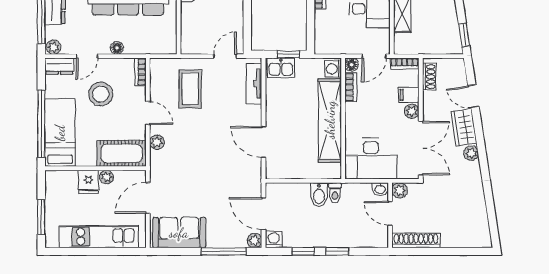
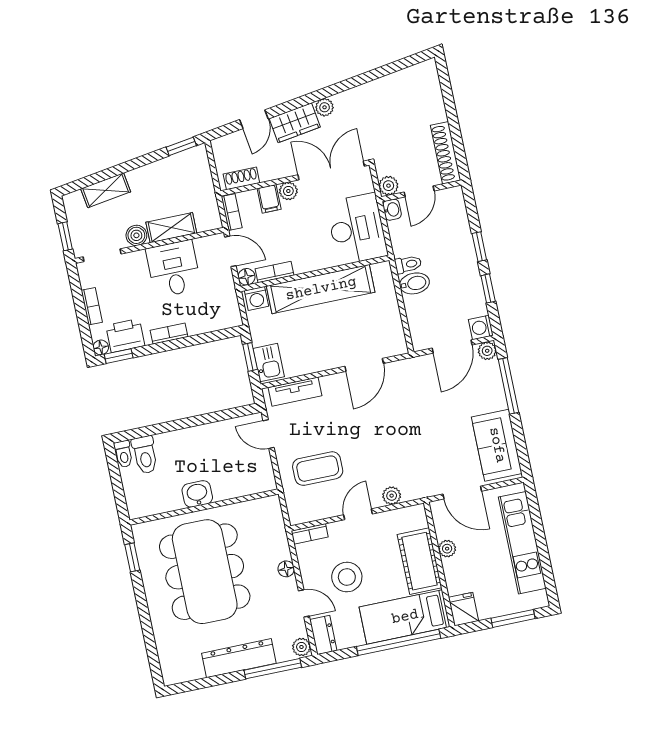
cot: (122, 153) -> (420, 561), moved
fridge: (88, 182) -> (464, 609), moved, turned -90

